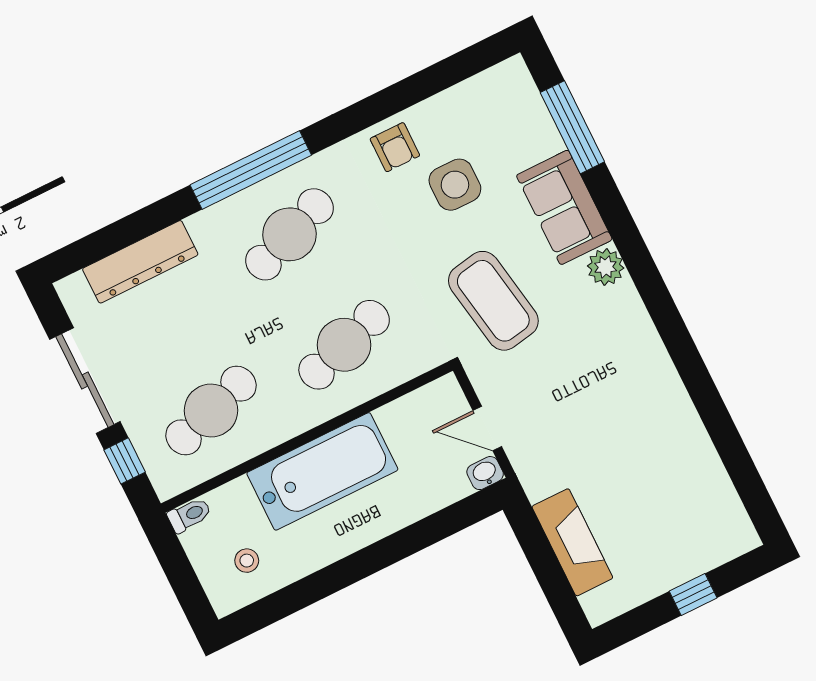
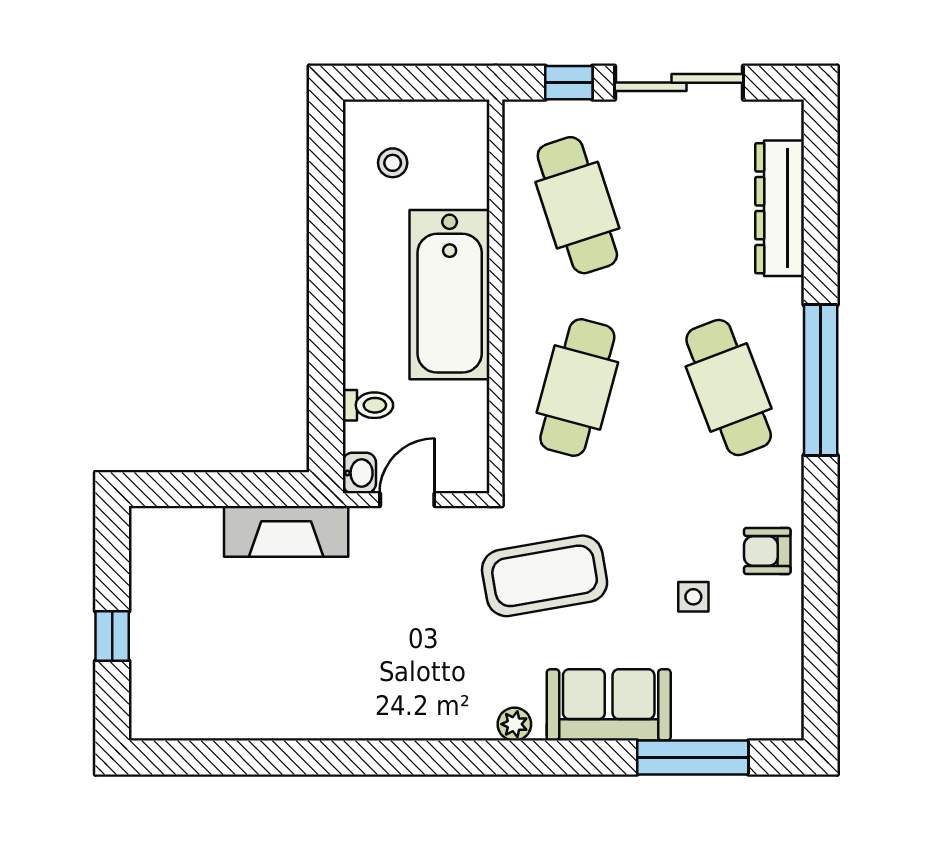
side table: (455, 185) -> (693, 597), width x0.54, depth x0.54
plant: (606, 267) -> (514, 724), width x0.73, depth x0.73
cafe table: (344, 345) -> (577, 388), turned 33
toilet: (189, 515) -> (368, 405), moved, turned -90
fireplace: (572, 542) -> (286, 531), moved

